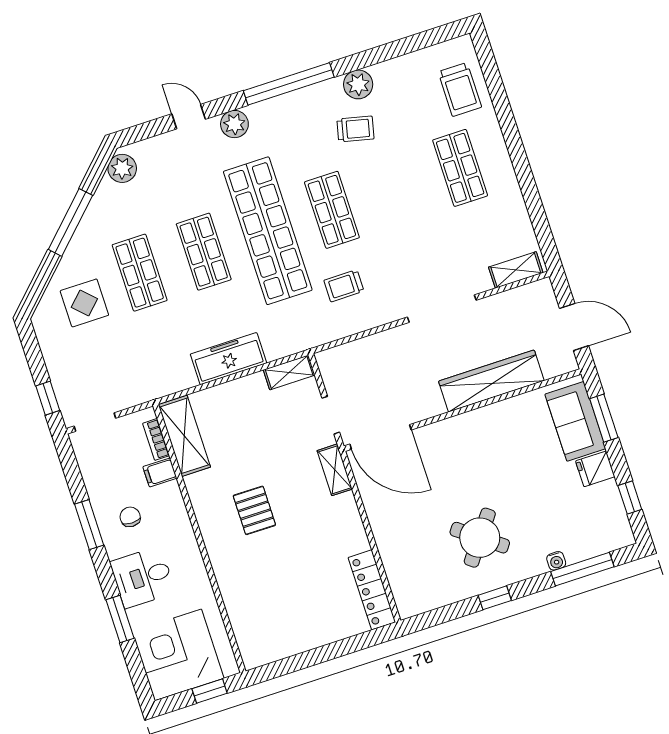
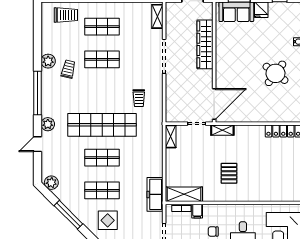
shop shelf: (332, 210) -> (102, 59), moved
freezer: (228, 359) -> (155, 194), moved
pallet: (254, 510) -> (229, 173), turned 90

